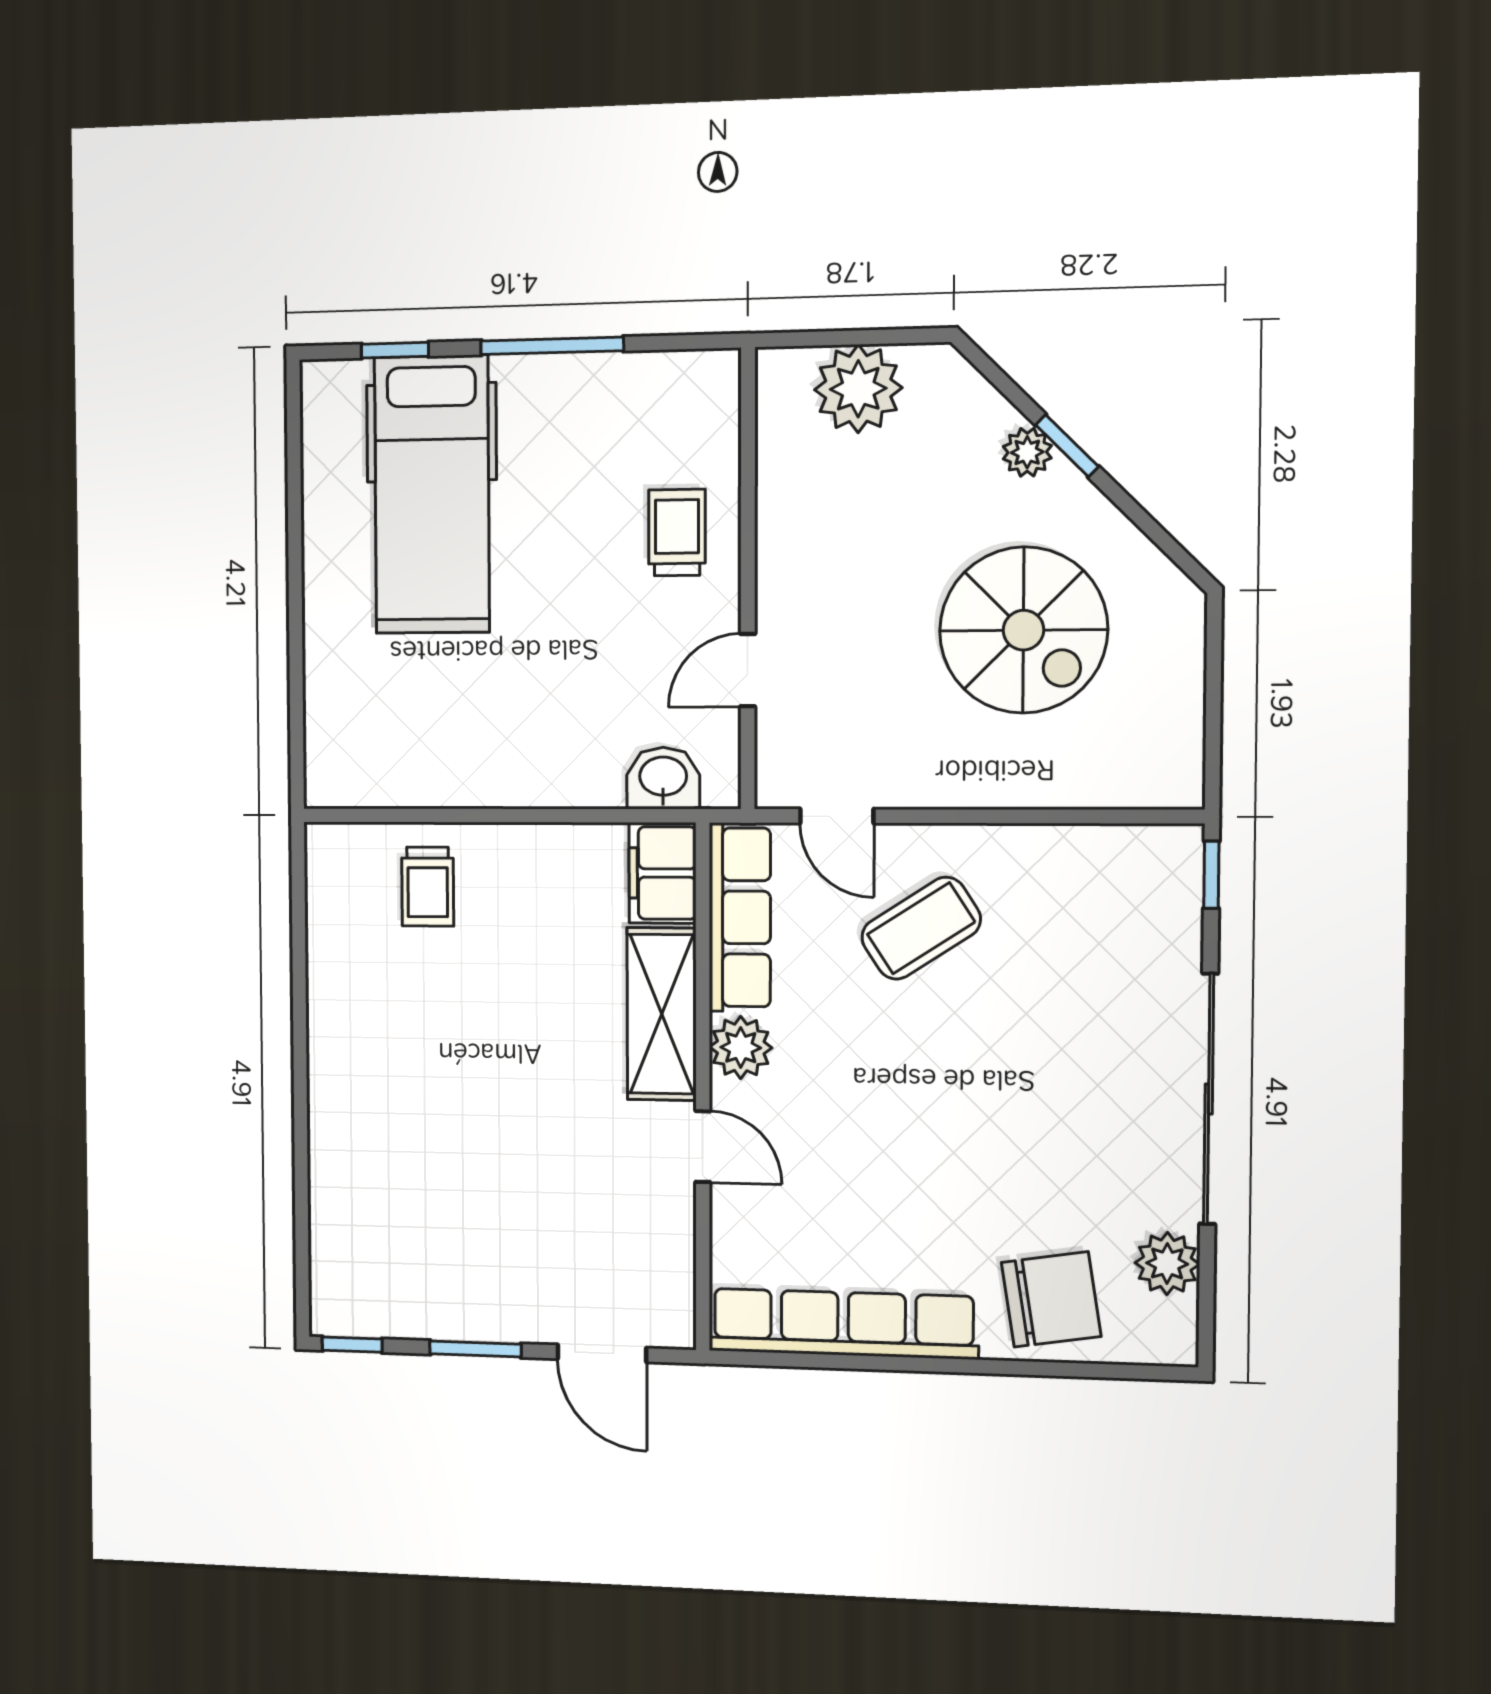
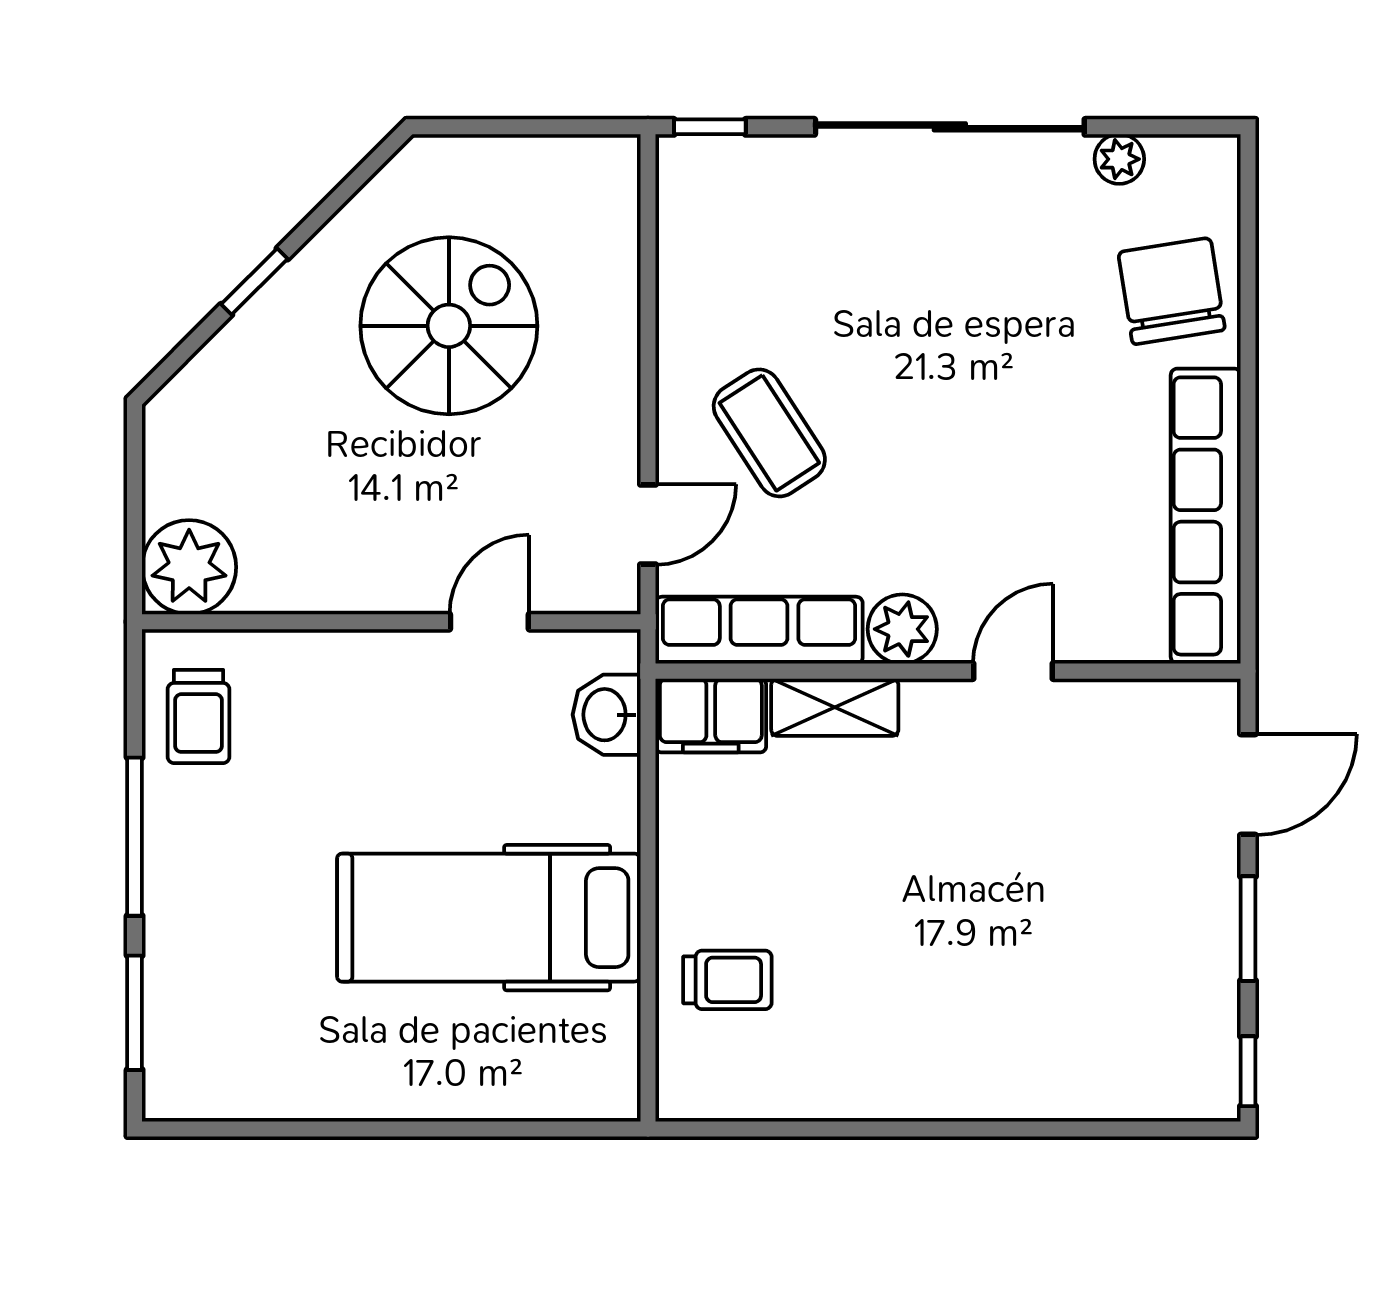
window: (395, 350) -> (135, 1013), width x1.50
plant: (858, 389) -> (189, 567), moved
plant: (1027, 452) -> (260, 323), removed
hospital bed: (432, 495) -> (489, 918), moved, turned 180
trolley: (677, 533) -> (199, 717), moved, turned -90
door: (748, 670) -> (489, 622), swing flipped
shelving: (662, 1014) -> (835, 707), width x0.67, depth x0.75
plant: (1167, 1263) -> (1119, 159), width x0.73, depth x0.73

